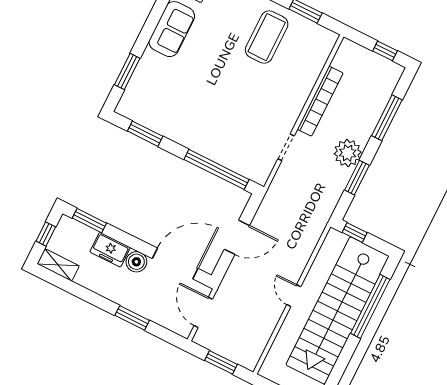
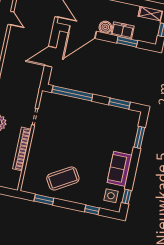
coffee table: (267, 37) -> (63, 178), turned 59
window: (89, 221) -> (127, 42), moved
door: (294, 296) -> (11, 18), moved

